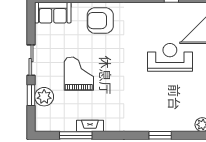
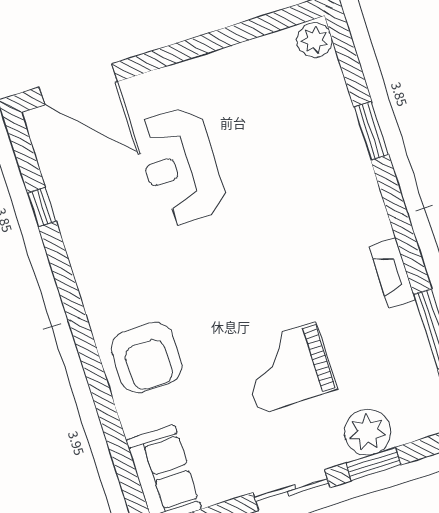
fireplace: (90, 126) -> (392, 273), moved

